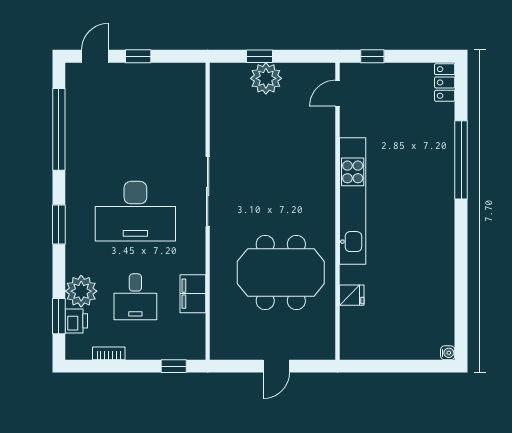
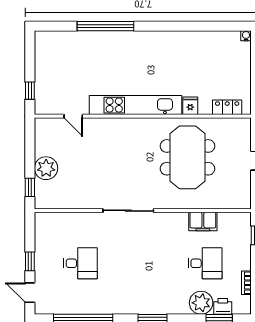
window: (259, 56) -> (30, 187), moved
locker: (445, 82) -> (227, 107), moved, turned 180
door: (337, 93) -> (73, 116), moved
desk: (135, 211) -> (80, 263), moved, width x0.53, depth x0.77
fridge: (352, 295) -> (190, 106), moved

